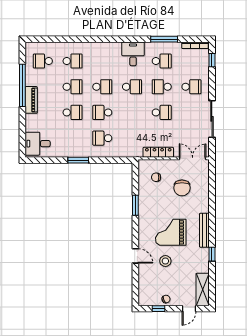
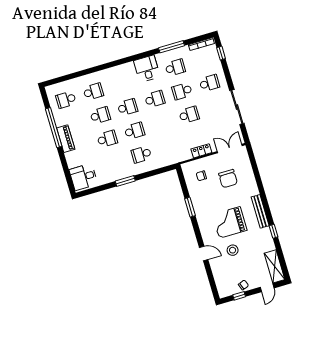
school desk: (102, 112) -> (134, 131), turned 180
locker: (158, 152) -> (201, 151), width x0.66

